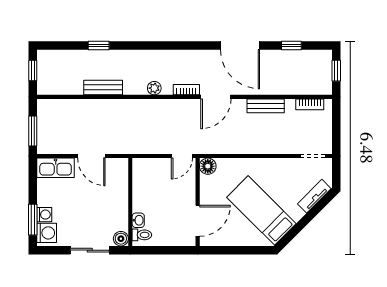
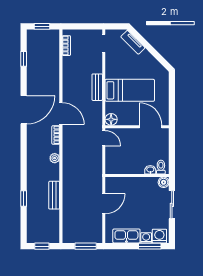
door: (240, 45) -> (24, 110), moved
bench: (266, 106) -> (97, 87), moved
kitchen sink: (56, 168) -> (126, 236), moved, turned -90
bed: (261, 210) -> (130, 90), moved, turned -135

